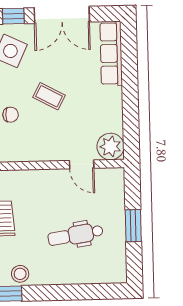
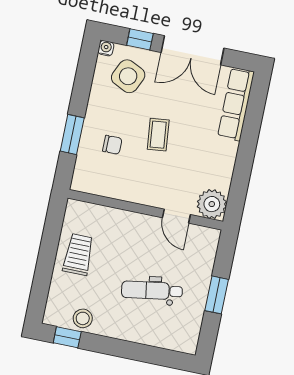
coffee table: (49, 96) -> (158, 135), turned 56

